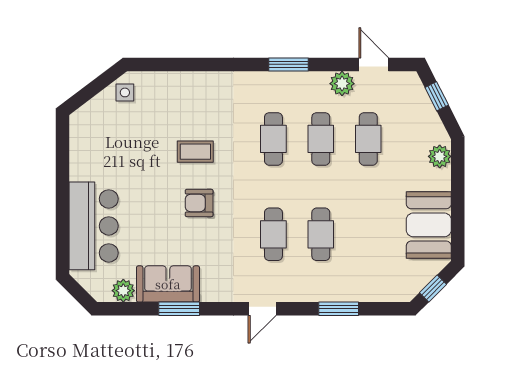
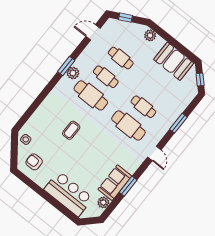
plant: (342, 84) -> (73, 73), moved
cafe table: (273, 139) -> (91, 95), width x1.37, depth x1.35
armchair: (199, 203) -> (34, 162), moved, turned 90
cafe table: (273, 234) -> (128, 125), width x1.37, depth x1.35

